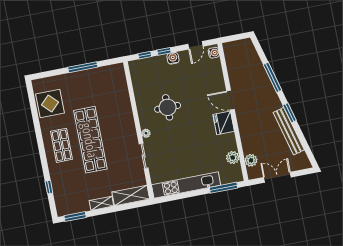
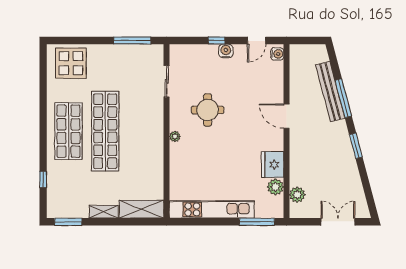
window: (145, 55) -> (192, 41), removed
window: (83, 67) -> (132, 41), moved
display table: (50, 104) -> (71, 63), moved
fridge: (224, 123) -> (273, 165), moved
bench: (289, 131) -> (330, 92), moved
shop shelf: (61, 145) -> (68, 131), width x1.43, depth x1.36
sliding door: (144, 156) -> (167, 81), moved
double door: (277, 177) -> (338, 222), moved

